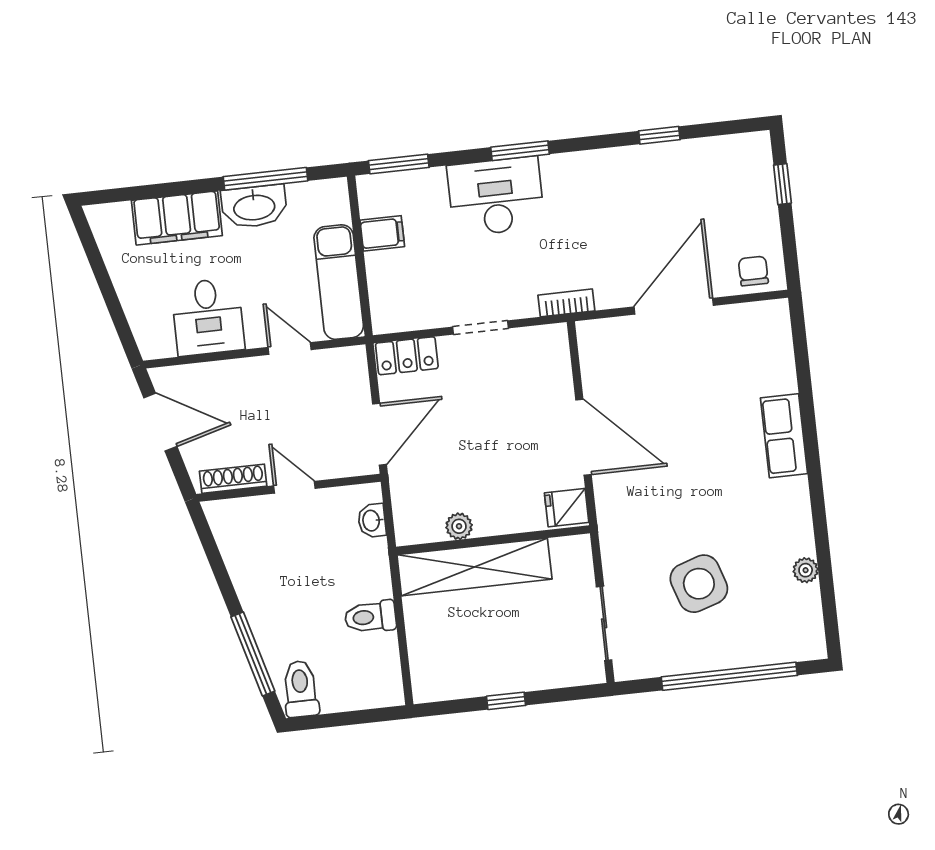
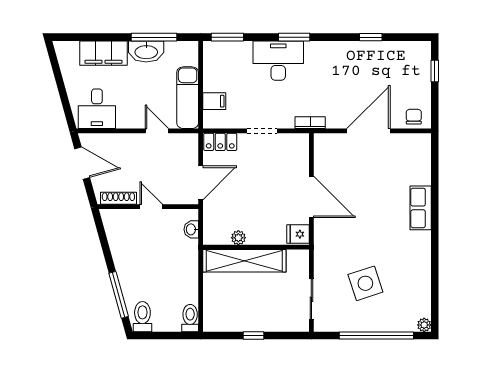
filing cabinet: (382, 233) -> (214, 101), moved
desk: (208, 317) -> (97, 109), moved
plant: (806, 570) -> (424, 325), moved
toilet: (370, 617) -> (190, 318), moved, turned 90

